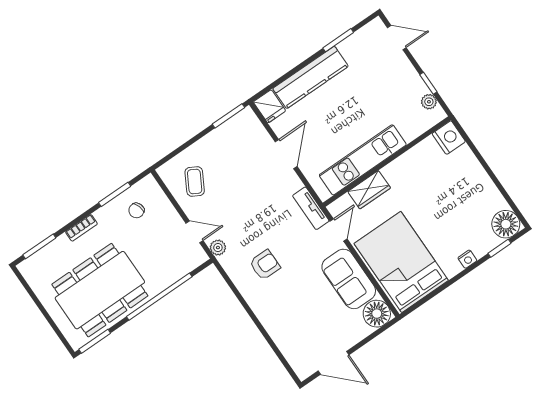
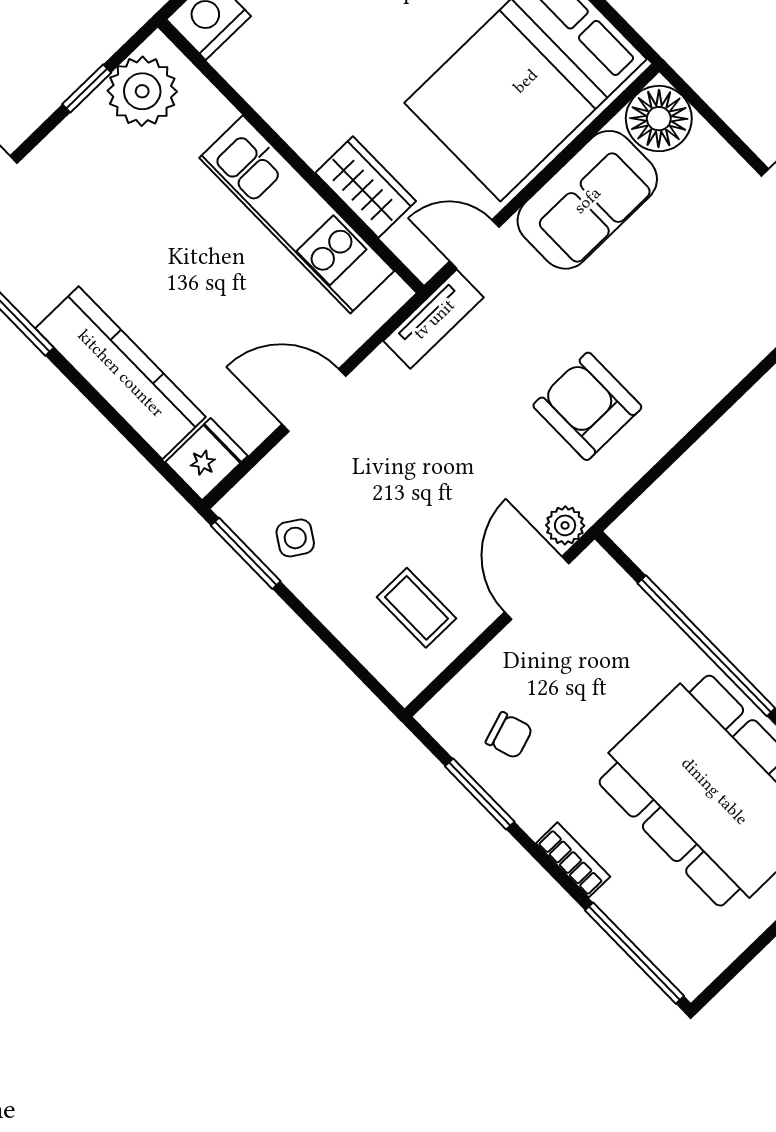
plant: (429, 102) -> (142, 91), width x1.87, depth x1.87
side table: (231, 137) -> (295, 538), added
coffee table: (195, 181) -> (416, 608), turned 61
door: (194, 232) -> (537, 588), width x1.38
window: (39, 246) -> (634, 953), width x1.44
armchair: (265, 265) -> (587, 406), width x1.38, depth x1.38

